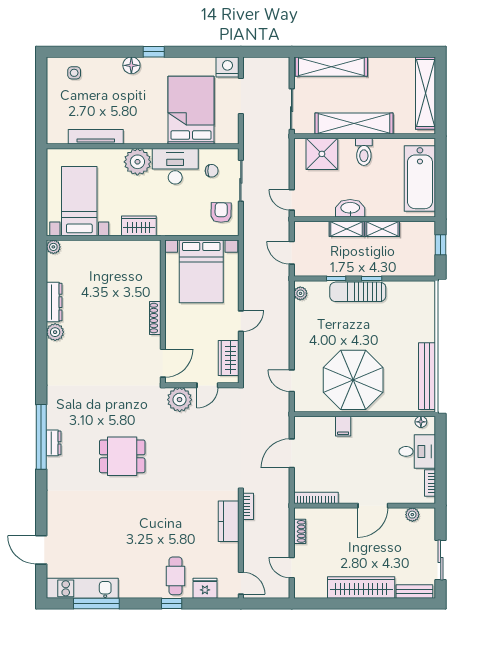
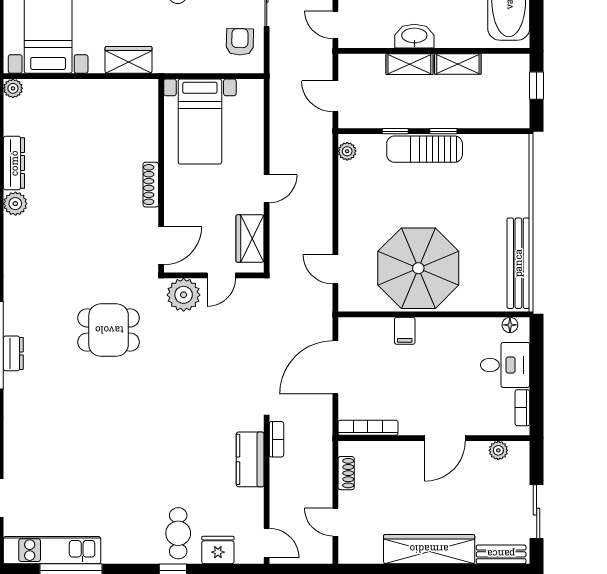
bed with nightstands: (201, 271) -> (200, 122), width x0.73
door: (292, 453) -> (335, 367), width x1.36
dining table: (122, 456) -> (109, 330), moved

